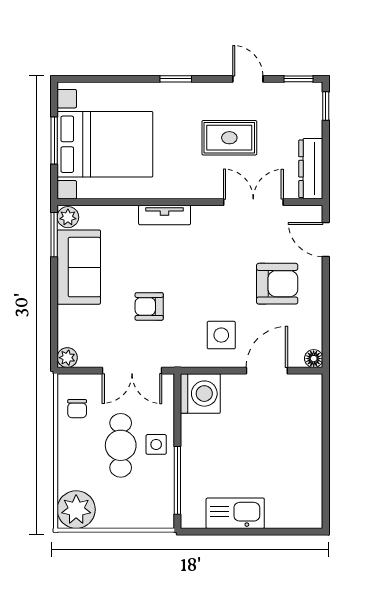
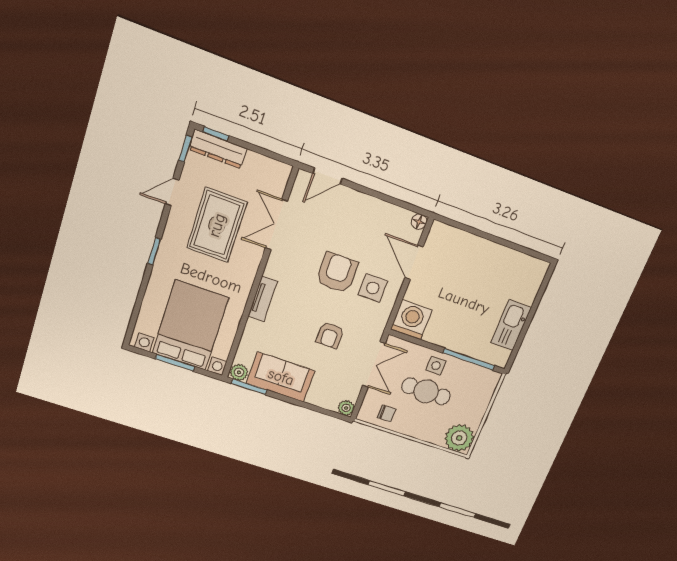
rug: (229, 138) -> (217, 225), width x1.36, depth x1.43
dresser: (311, 169) -> (218, 149), moved
armchair: (277, 284) -> (337, 273), moved

